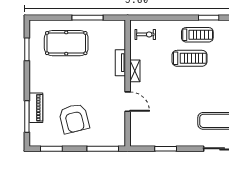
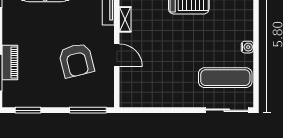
armchair: (74, 119) -> (76, 60), moved
window: (166, 149) -> (161, 110), removed

